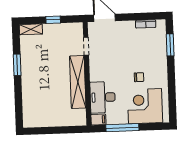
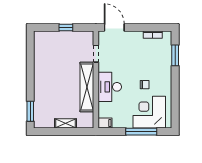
shelving: (31, 29) -> (65, 123), moved
window: (17, 65) -> (30, 111), moved
desk: (103, 97) -> (110, 87), moved
window: (122, 128) -> (141, 132), moved

